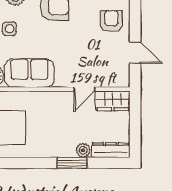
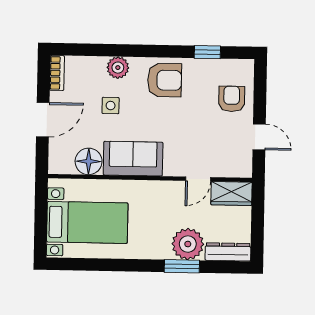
plant: (83, 150) -> (188, 244), width x1.87, depth x1.87

